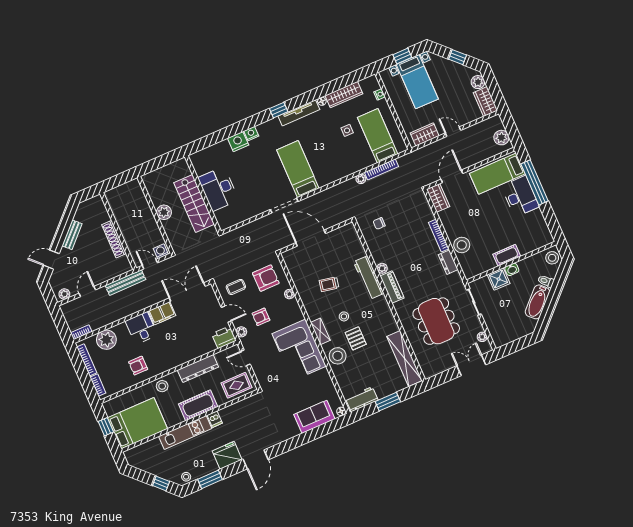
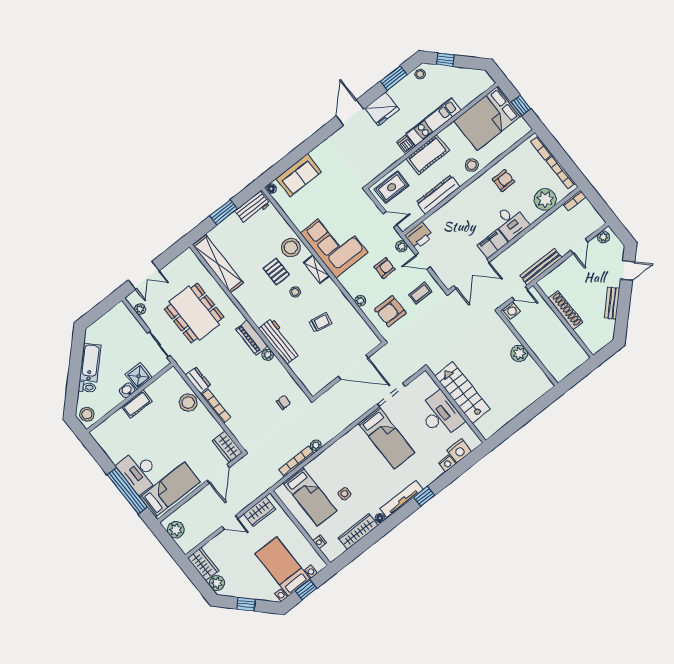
desk: (218, 189) -> (440, 415), moved
wall: (203, 194) -> (456, 405), moved
stairs: (194, 203) -> (462, 393), moved

